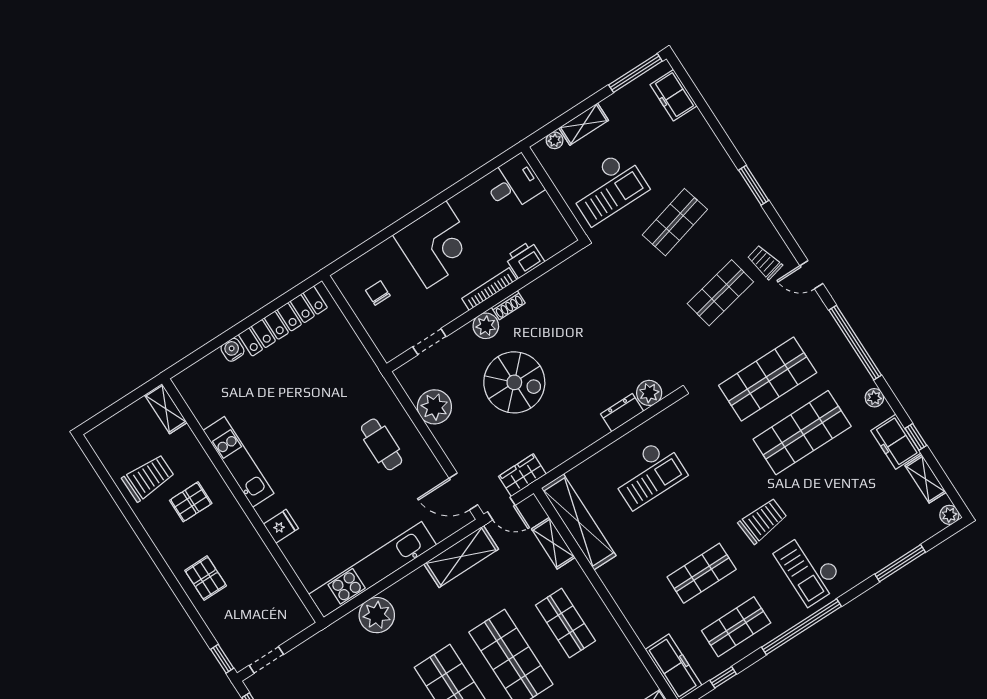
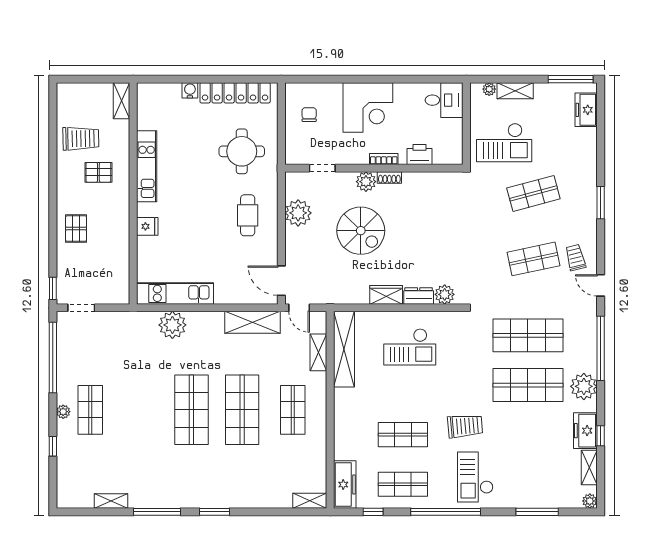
bookcase: (489, 289) -> (384, 159), width x0.64
round table: (331, 380) -> (242, 151), added
plant: (874, 398) -> (584, 386), width x1.87, depth x1.87
wardrobe: (522, 475) -> (386, 295), moved
kitchen unit: (373, 570) -> (175, 293), width x0.73

